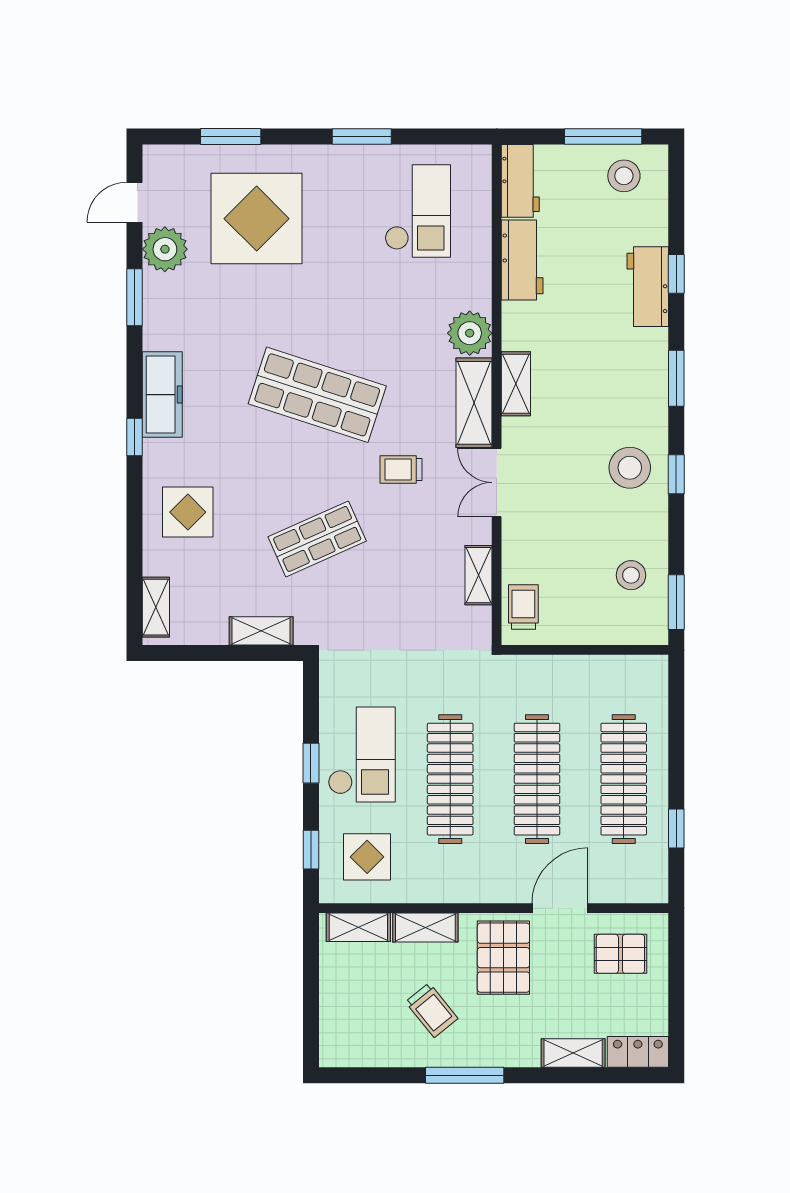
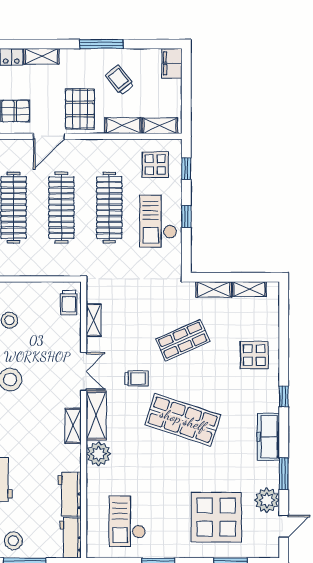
freezer: (162, 395) -> (268, 437), moved
shelving: (156, 607) -> (249, 289), moved, turned 90
filing cabinet: (337, 1040) -> (172, 63), added

